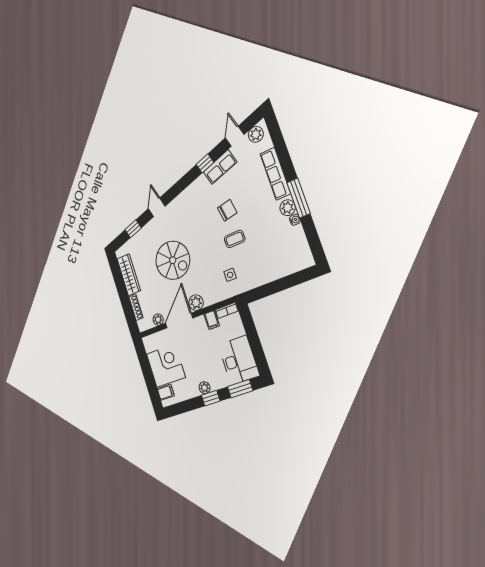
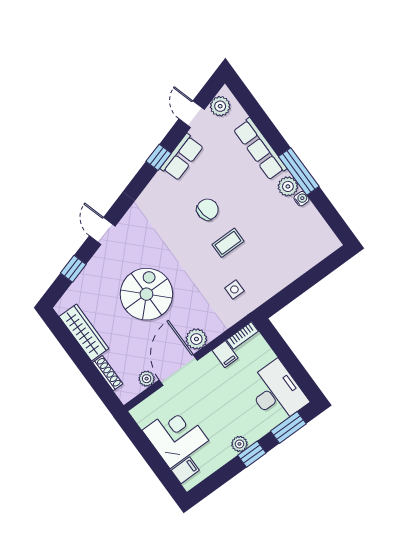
spiral stairs: (173, 260) -> (146, 294), turned -90

